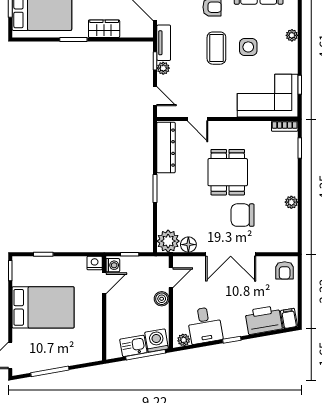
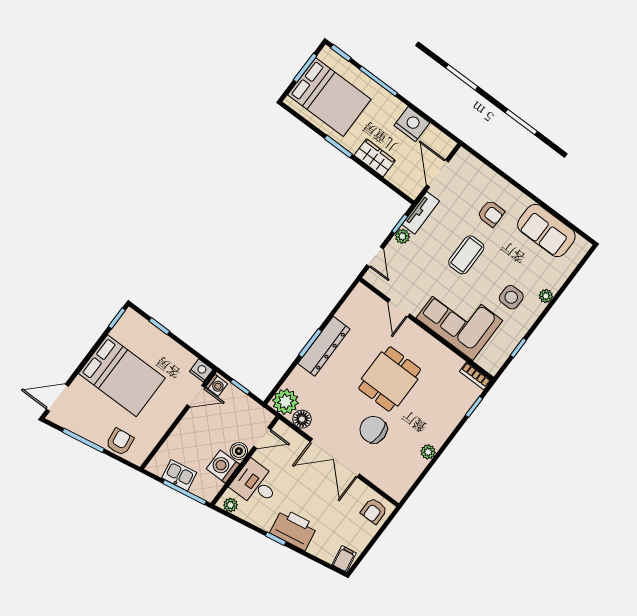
side table: (248, 47) -> (511, 297), moved
corner sofa: (268, 96) -> (459, 319), moved
dresser: (166, 148) -> (324, 346), moved
printer: (264, 320) -> (294, 529), moved
desk: (205, 325) -> (255, 484), moved, turned 100
washing machine: (157, 340) -> (223, 467), moved, turned -80
armchair: (76, 354) -> (120, 442), added

